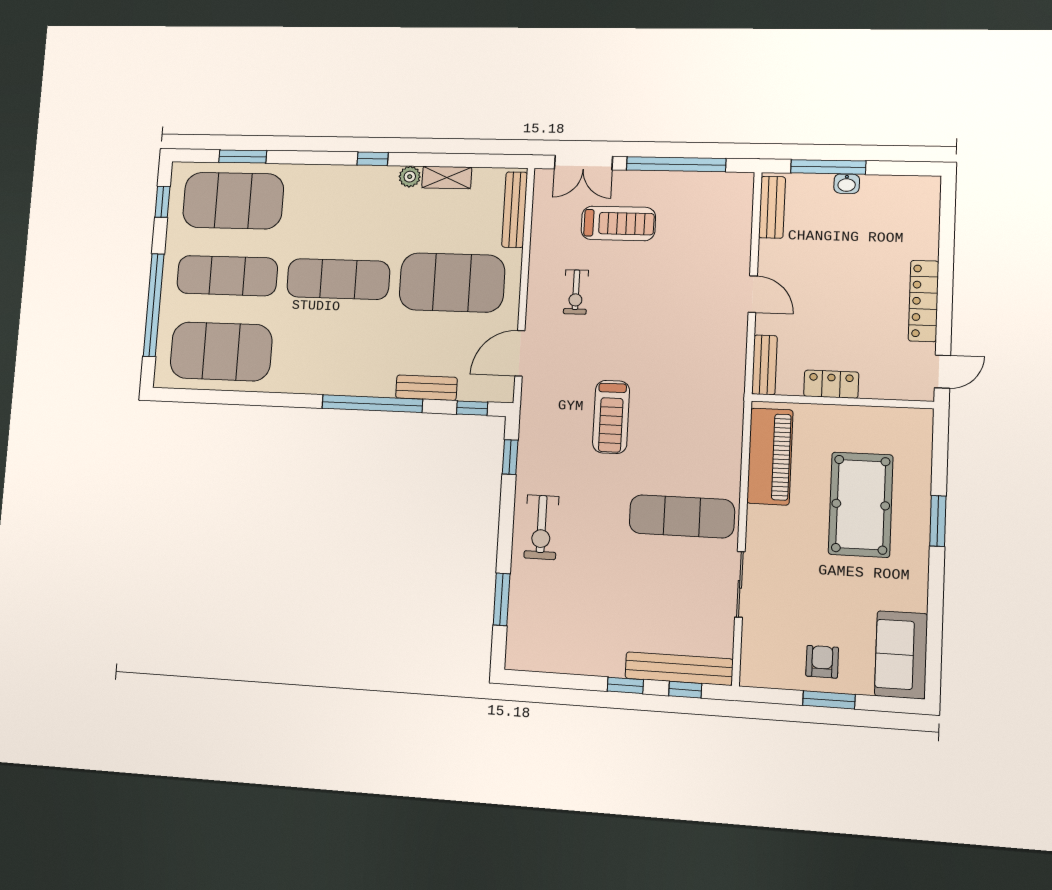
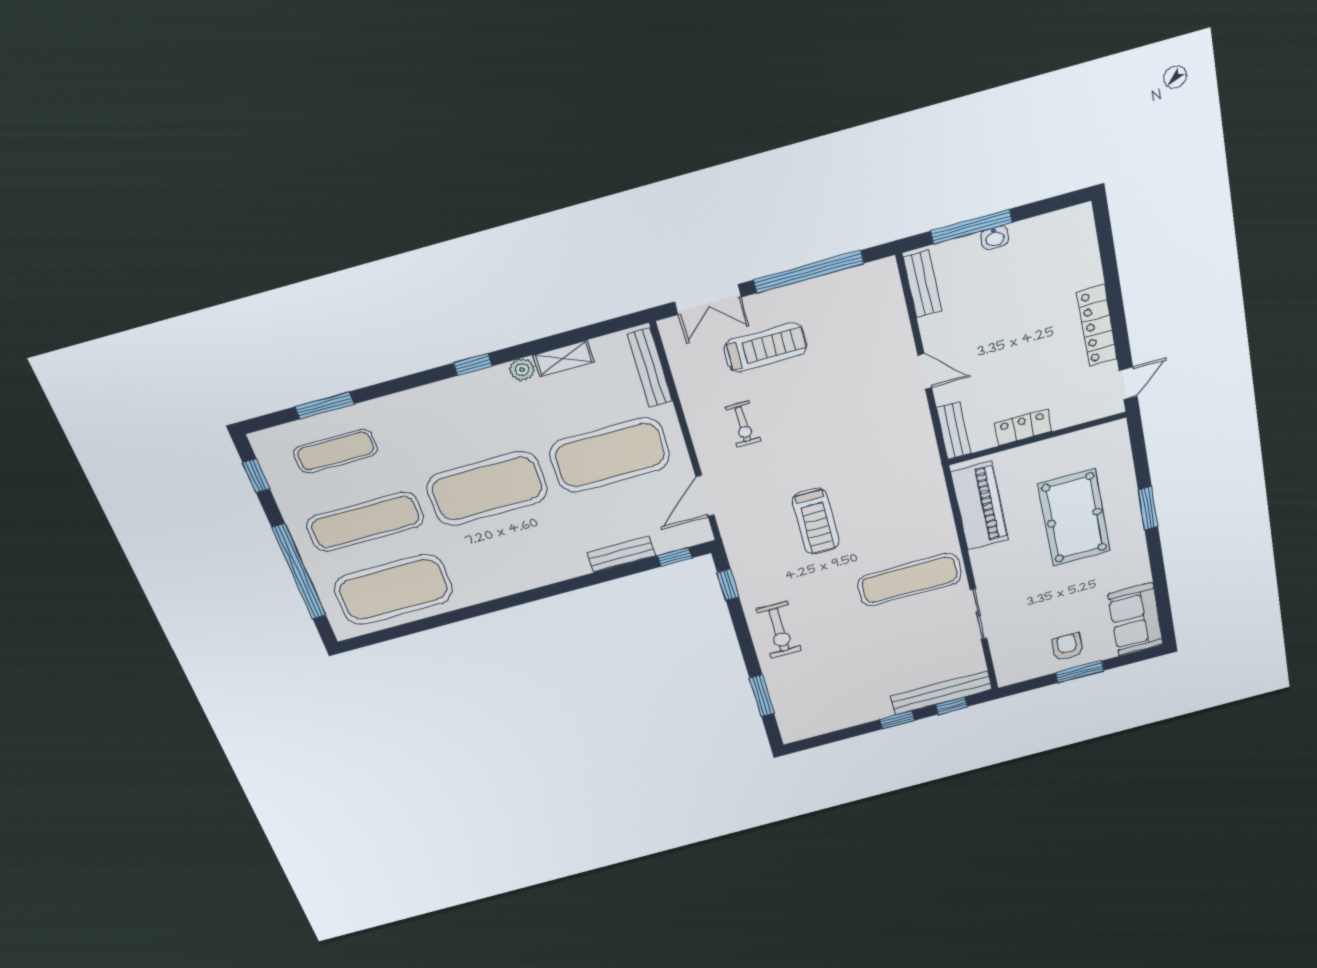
exercise mat: (233, 201) -> (336, 451), width x0.50, depth x0.69
exercise mat: (338, 279) -> (487, 489), width x1.47
window: (372, 404) -> (572, 585), removed

